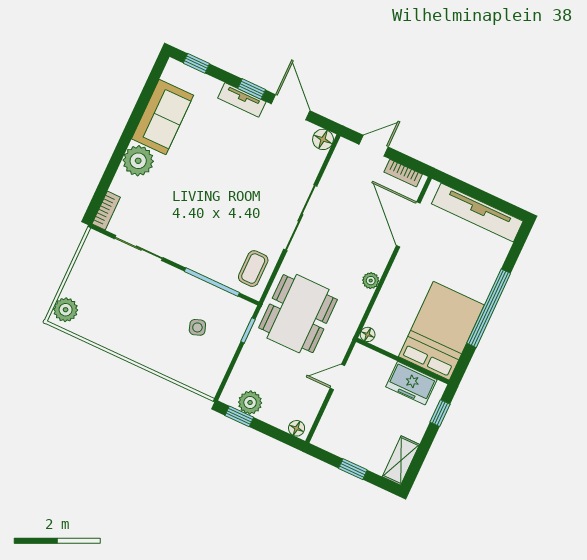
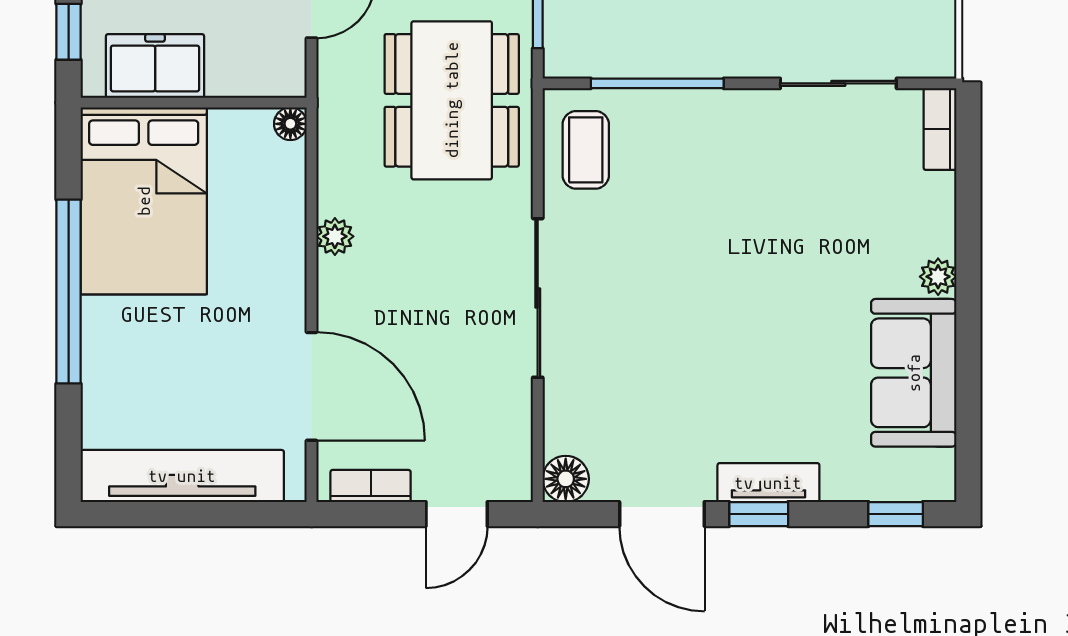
plant: (138, 161) -> (938, 277), width x0.53, depth x0.53

